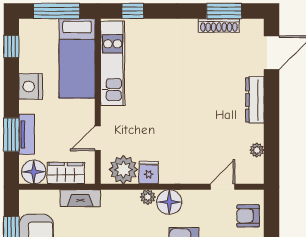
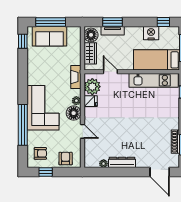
nightstand: (31, 86) -> (151, 33), moved
dresser: (255, 100) -> (122, 162), moved
door: (223, 187) -> (82, 131), moved
fireplace: (80, 198) -> (76, 77), moved

